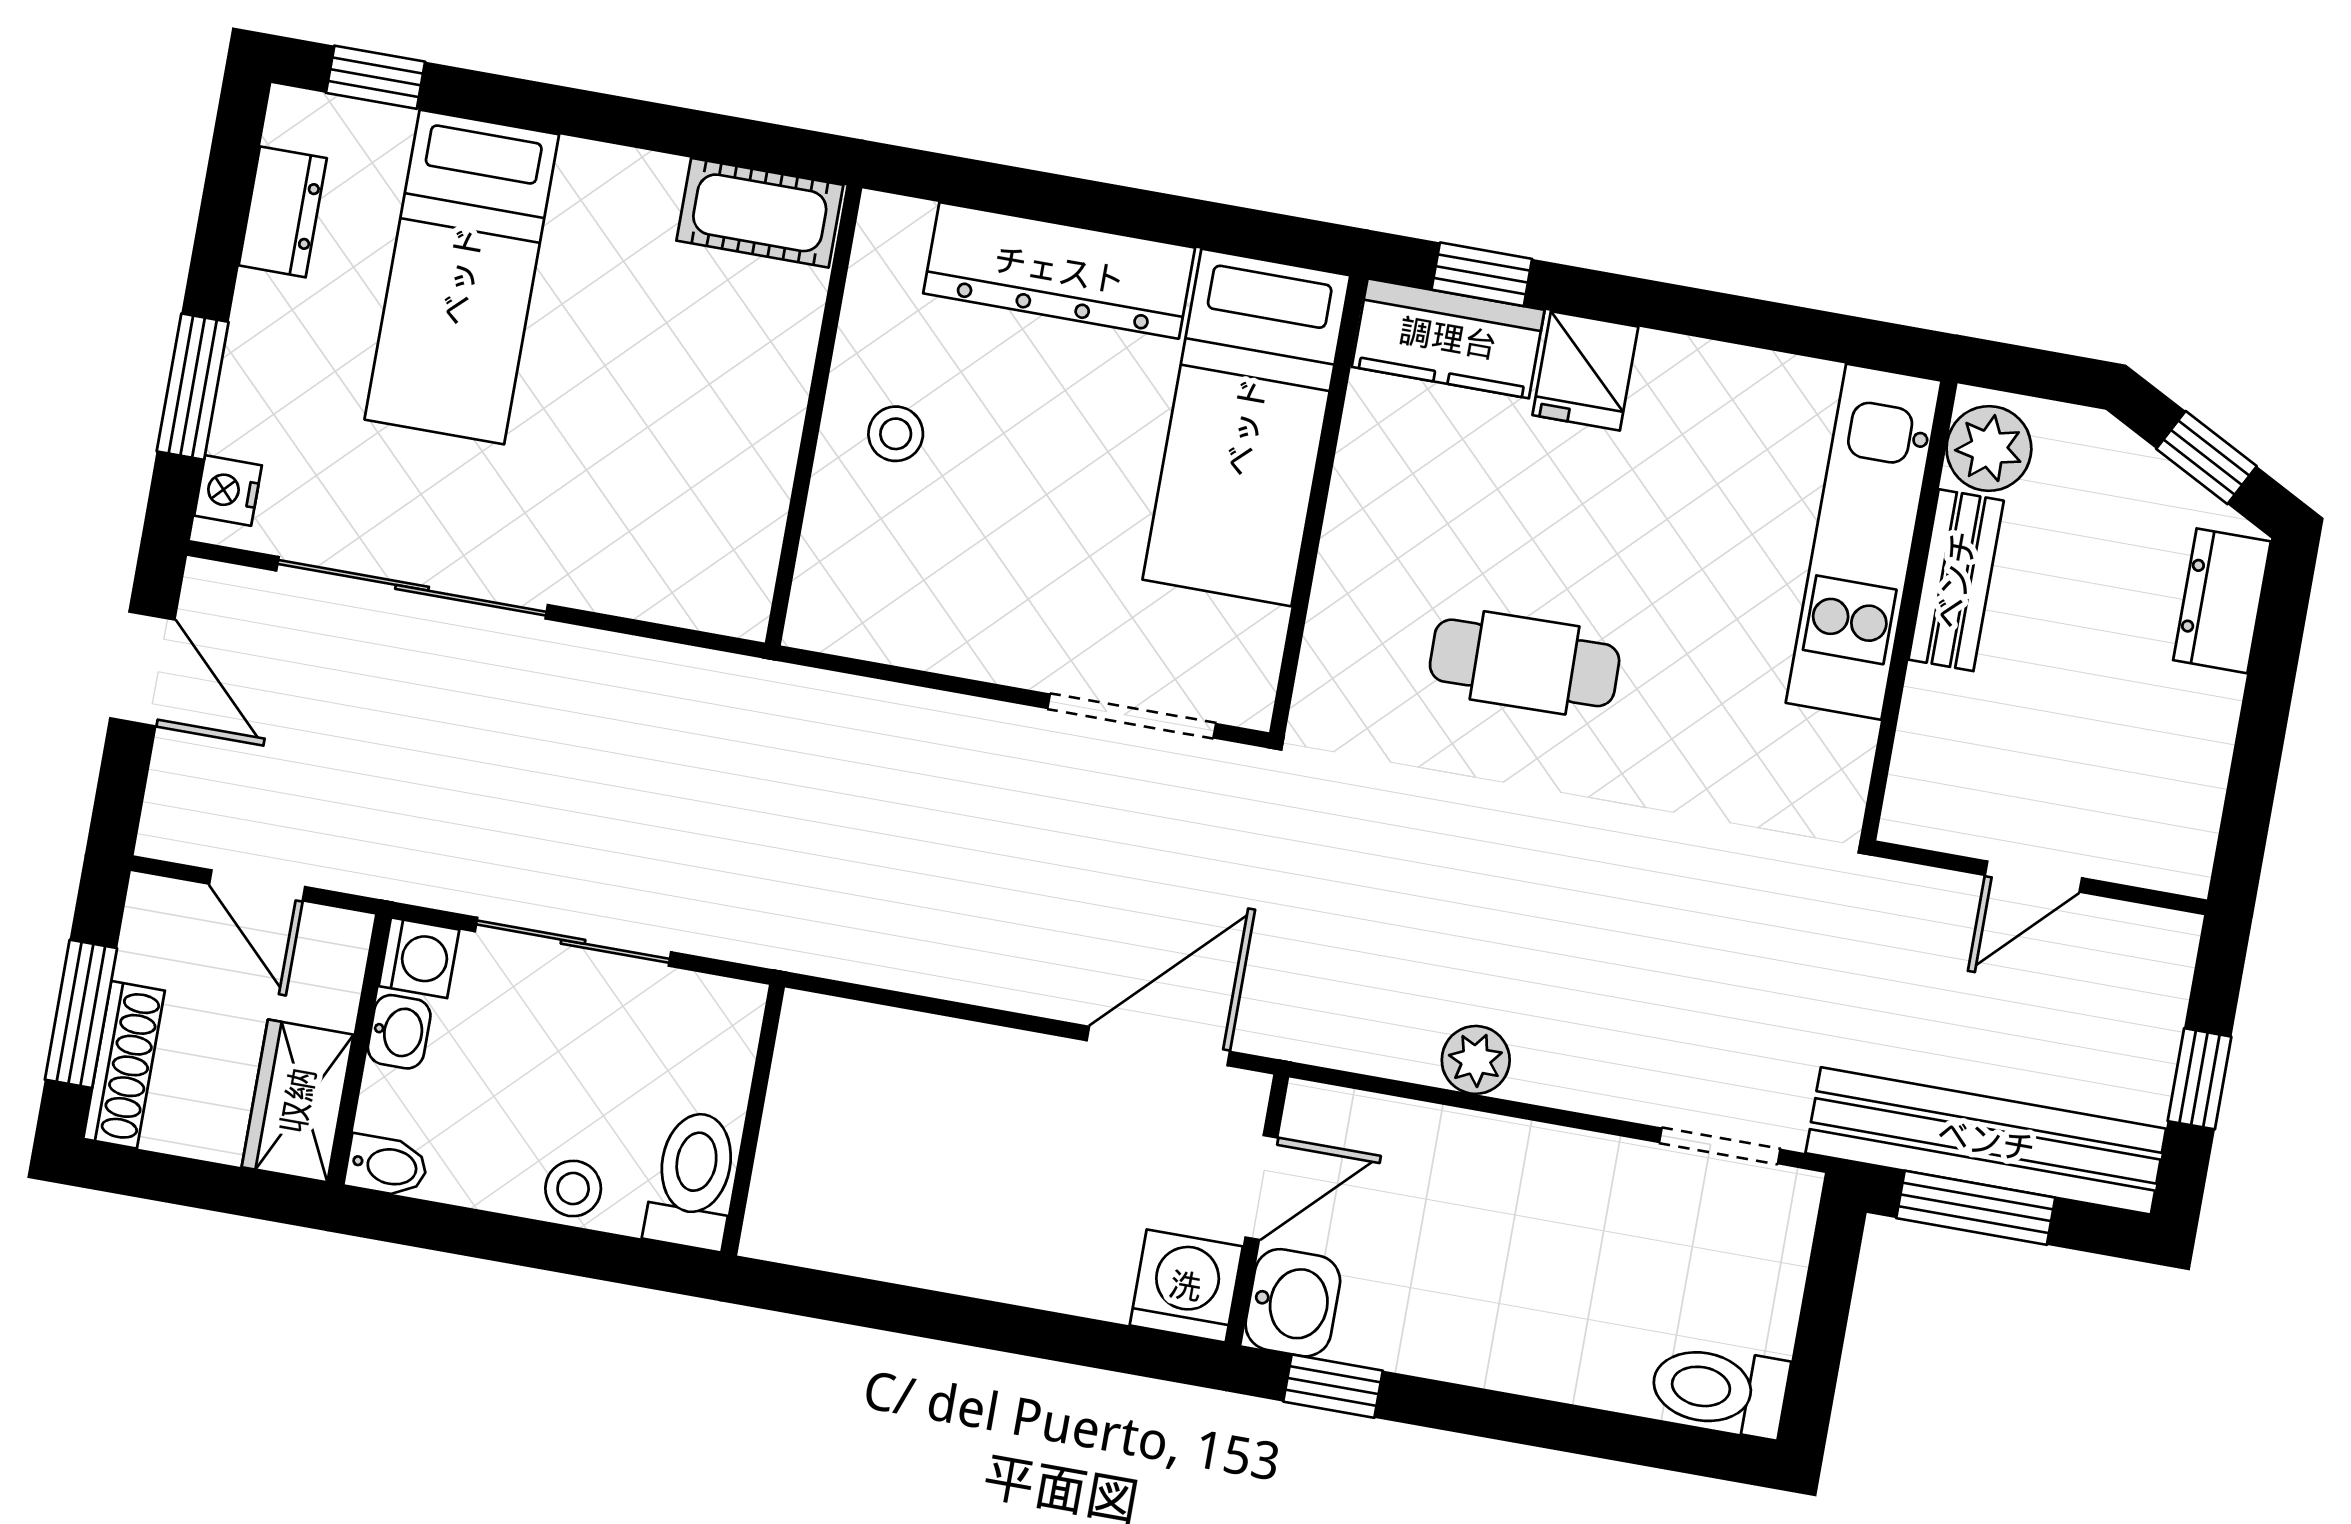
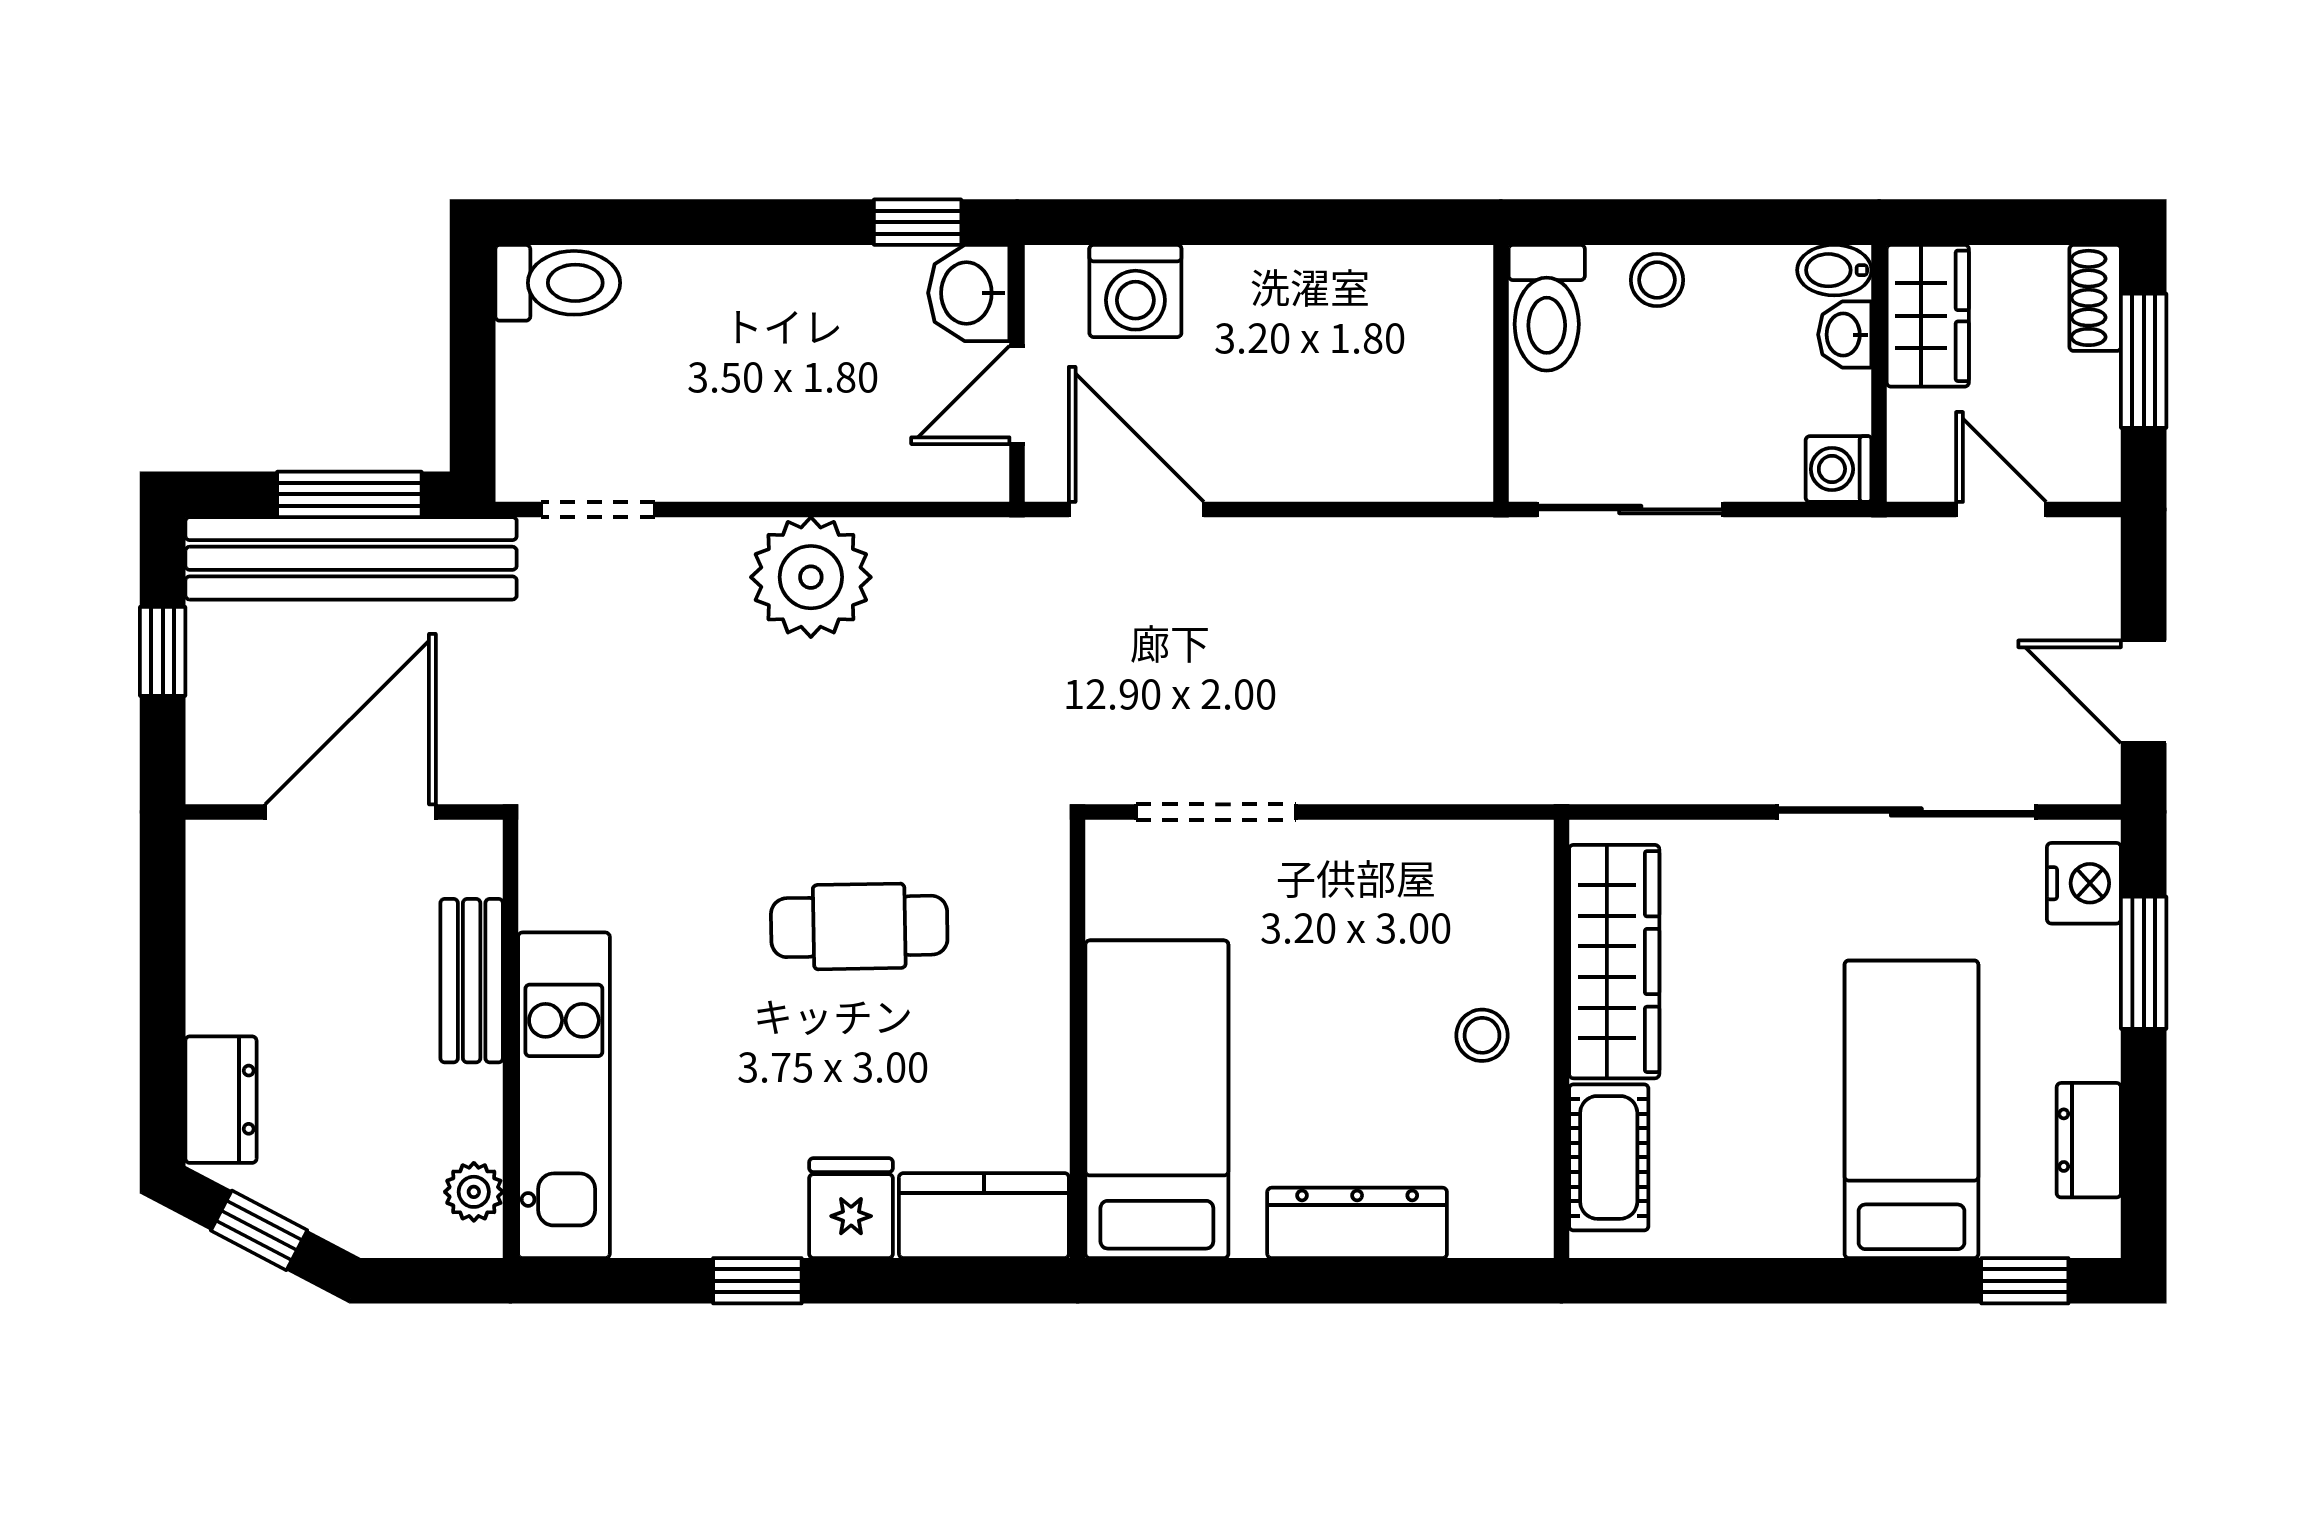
cot: (760, 213) -> (1609, 1157), moved, turned 90
dresser: (1059, 270) -> (1357, 1223), width x0.73, depth x0.80
window: (1482, 274) -> (757, 1281), moved
plant: (1989, 448) -> (474, 1192), width x0.73, depth x0.73
wardrobe: (744, 486) -> (1614, 962), added
nightstand: (228, 491) -> (2084, 883), width x1.39, depth x1.35
bench: (1956, 580) -> (472, 981), moved
door: (2033, 877) -> (351, 812), width x1.87
sliding door: (573, 942) -> (1630, 509), moved
washbasin: (399, 1032) -> (1845, 335), moved
door: (1158, 1046) -> (1136, 509), swing flipped
plant: (1476, 1060) -> (811, 577), width x1.88, depth x1.88
shoe rack: (124, 1065) -> (2095, 298), width x0.70
washing machine: (1186, 1286) -> (1135, 291), moved

